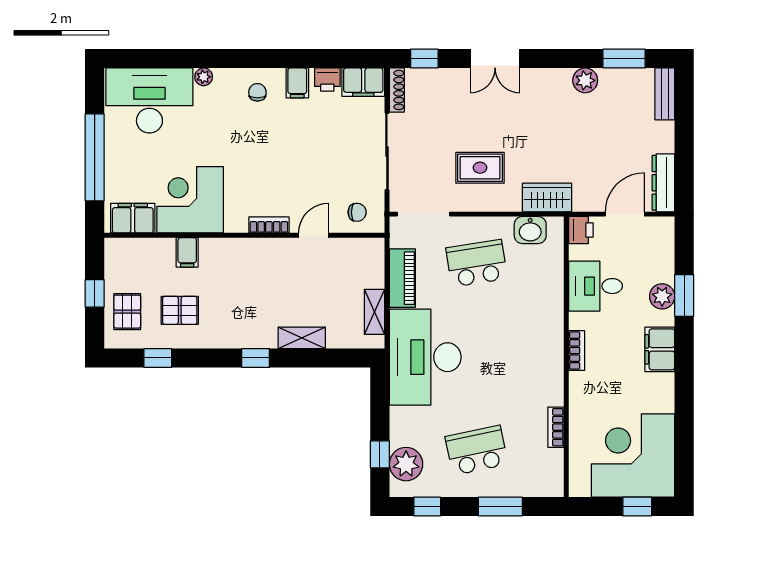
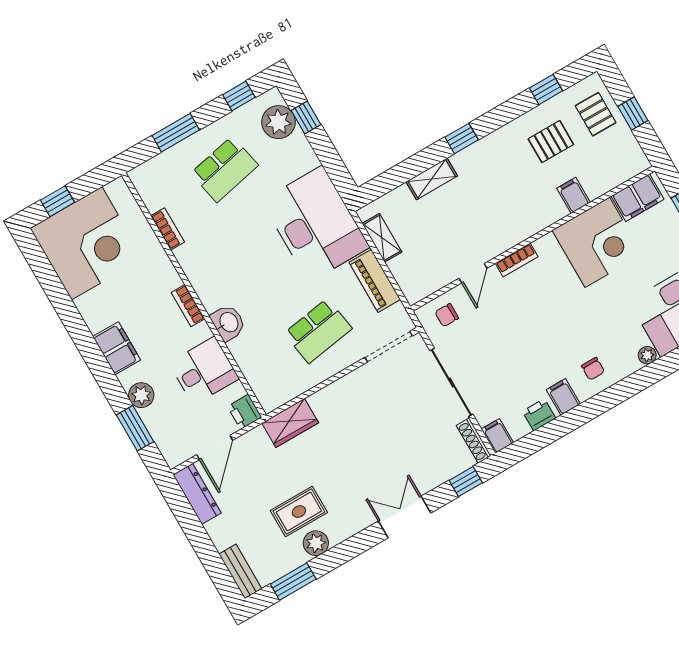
filing cabinet: (363, 82) -> (497, 436), width x0.50
rug: (480, 168) -> (299, 511), moved
washbasin: (530, 230) -> (228, 323), moved, turned 90
window: (684, 295) -> (135, 428), moved

